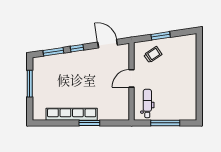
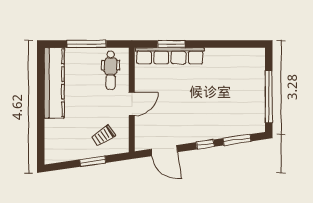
window: (30, 84) -> (269, 97), width x1.46
kitchen counter: (189, 94) -> (54, 83), added
row of seats: (72, 114) -> (170, 56), moved
window: (89, 123) -> (171, 44), moved

